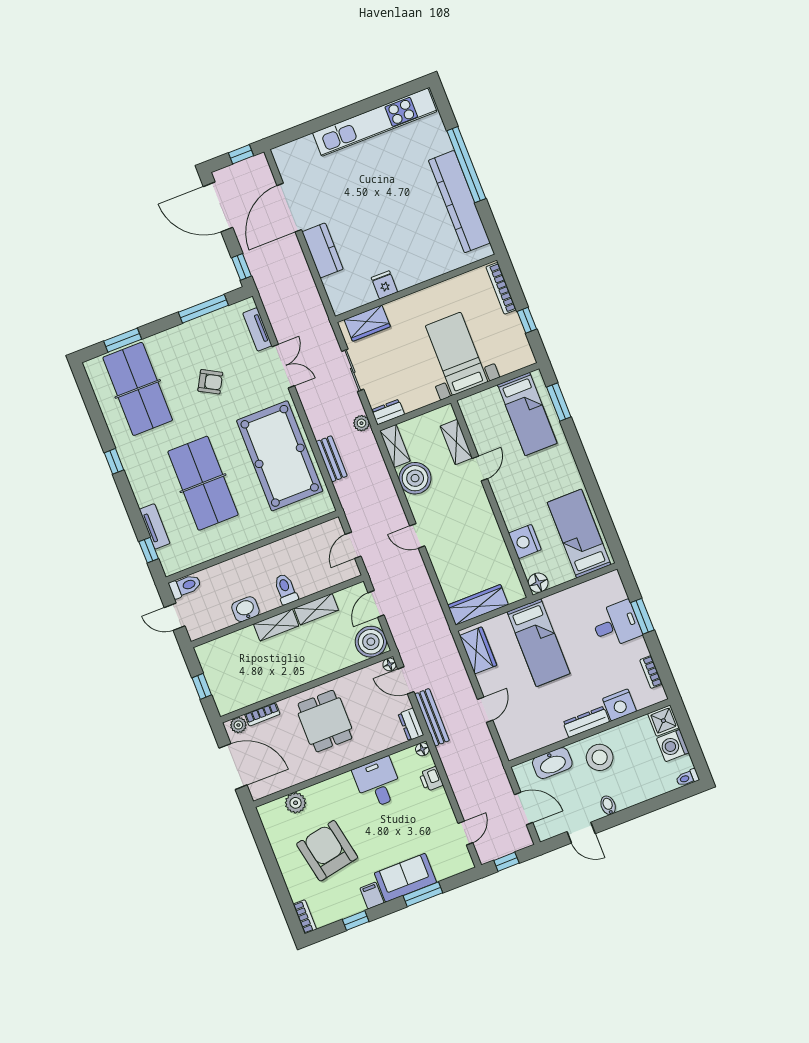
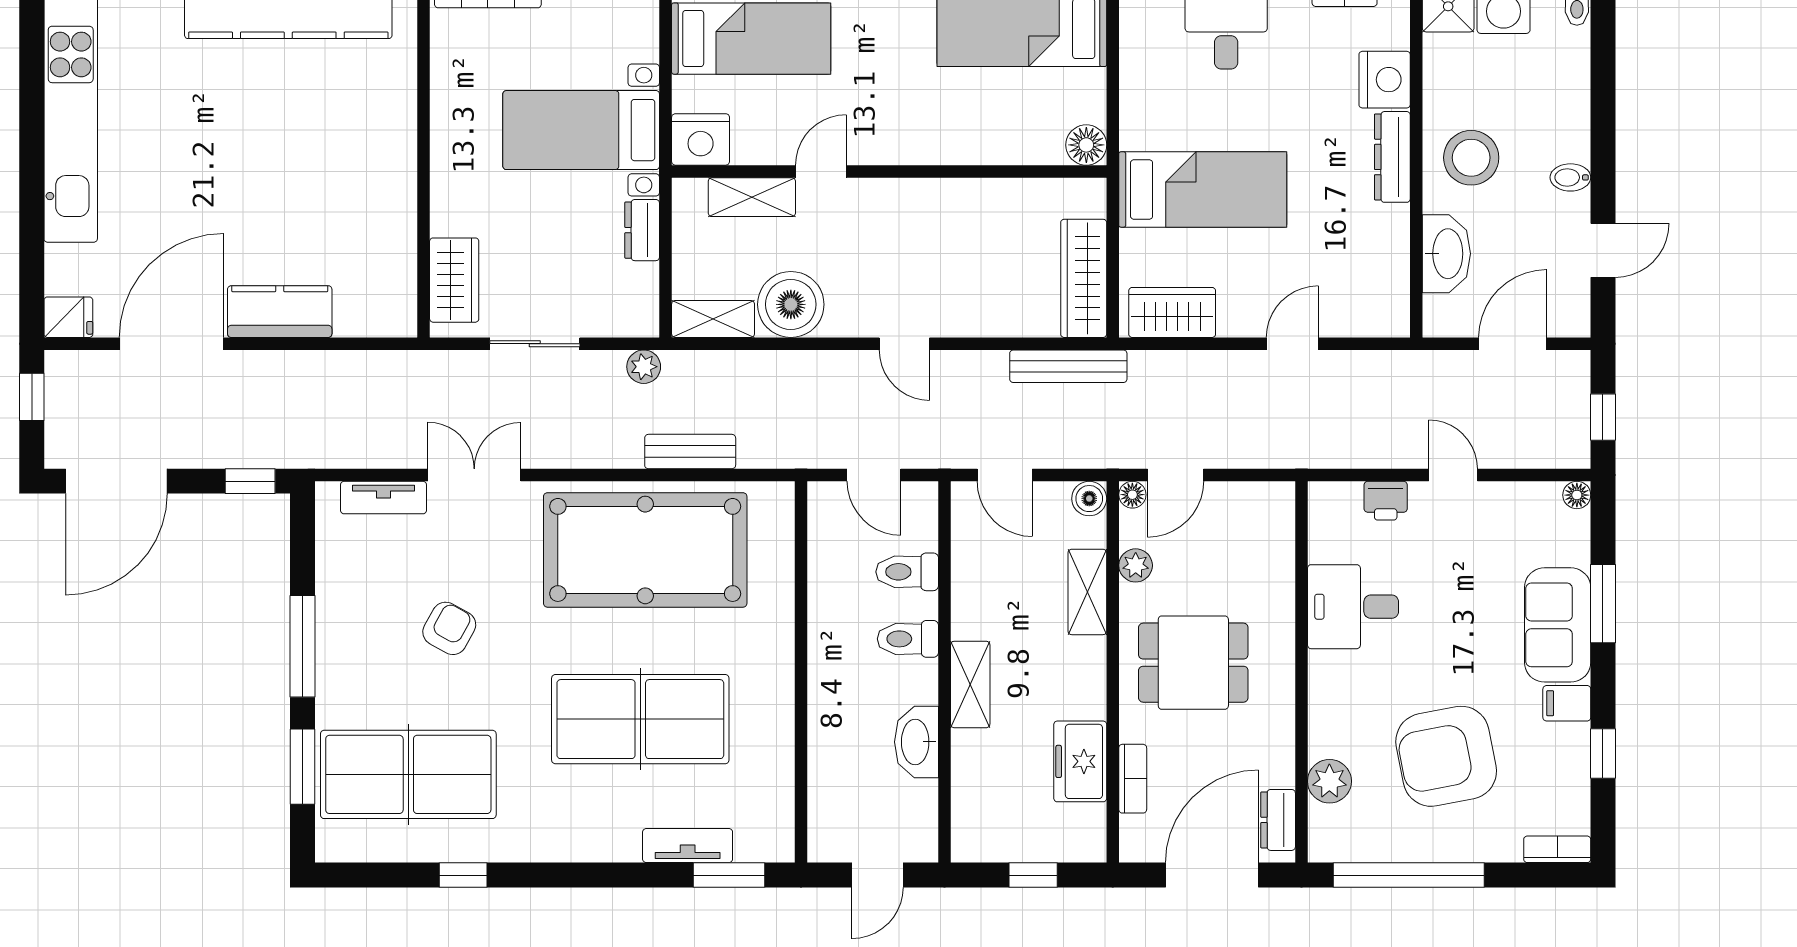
door: (289, 208) -> (171, 344), swing flipped
fridge: (384, 285) -> (68, 317), moved, turned 180
window: (203, 309) -> (303, 646), moved
dresser: (388, 412) -> (642, 230), moved
window: (114, 461) -> (463, 875), moved
door: (480, 468) -> (821, 171), hinge flipped
door: (417, 536) -> (904, 344), hinge flipped
nightstand: (525, 541) -> (701, 139), moved
window: (149, 550) -> (729, 875), width x1.50
toilet: (185, 586) -> (907, 572), moved, turned -90
washbasin: (245, 609) -> (916, 742), width x1.38
shelving: (316, 609) -> (1087, 592), moved
boiler: (371, 642) -> (1089, 499), width x0.54, depth x0.54
freezer: (261, 688) -> (1080, 761), added
door: (485, 710) -> (1292, 344), hinge flipped
bench: (432, 717) -> (1068, 366), moved
dresser: (411, 724) -> (1278, 820), moved, turned 90
plant: (238, 725) -> (1136, 565), moved
floor lamp: (422, 749) -> (1577, 495), moved
door: (465, 833) -> (1453, 475), moved
window: (267, 855) -> (1409, 875), added

